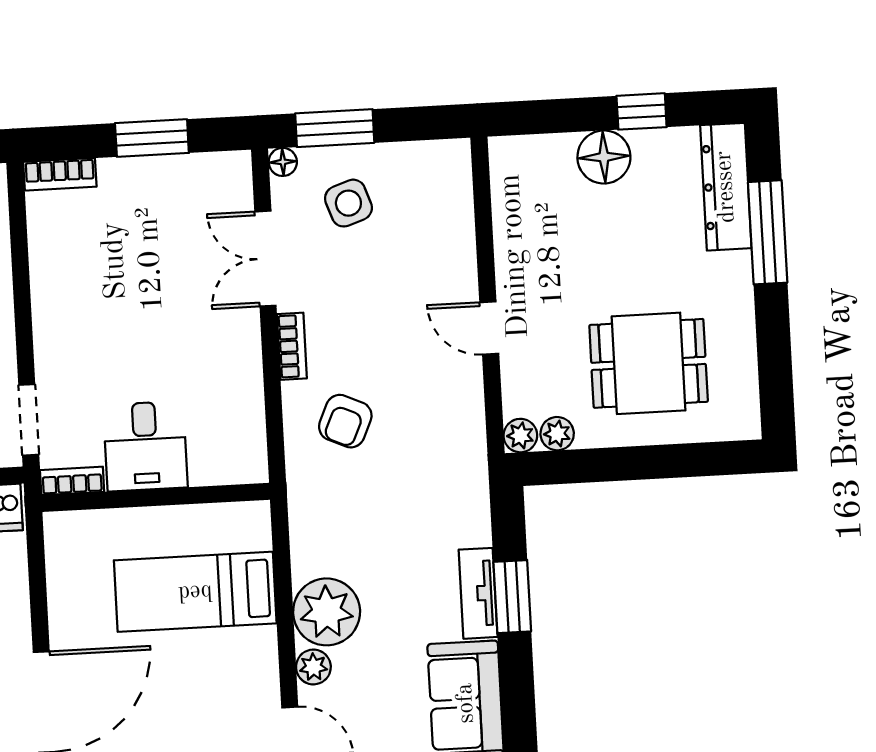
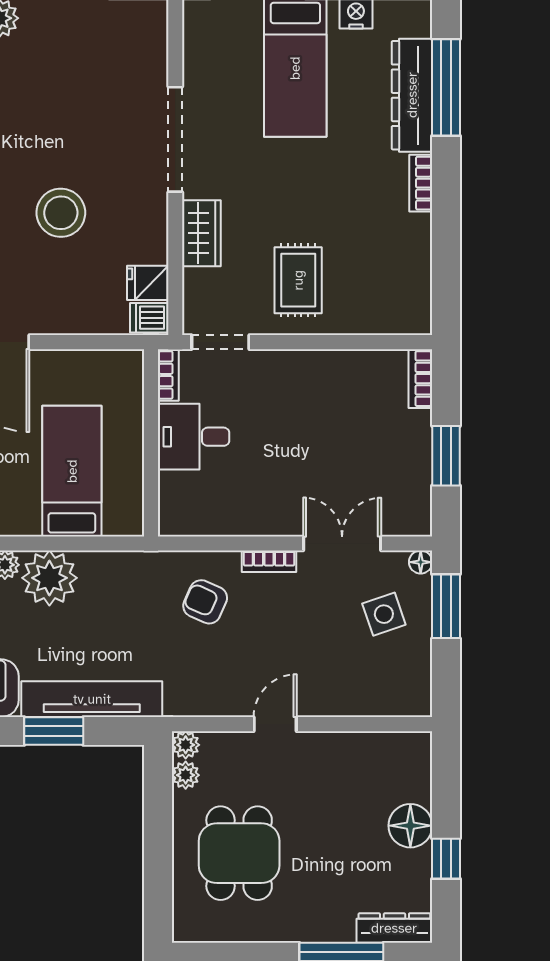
dresser: (726, 187) -> (394, 928), width x0.73, depth x0.80
tv unit: (478, 593) -> (92, 699), width x1.92, depth x1.29

